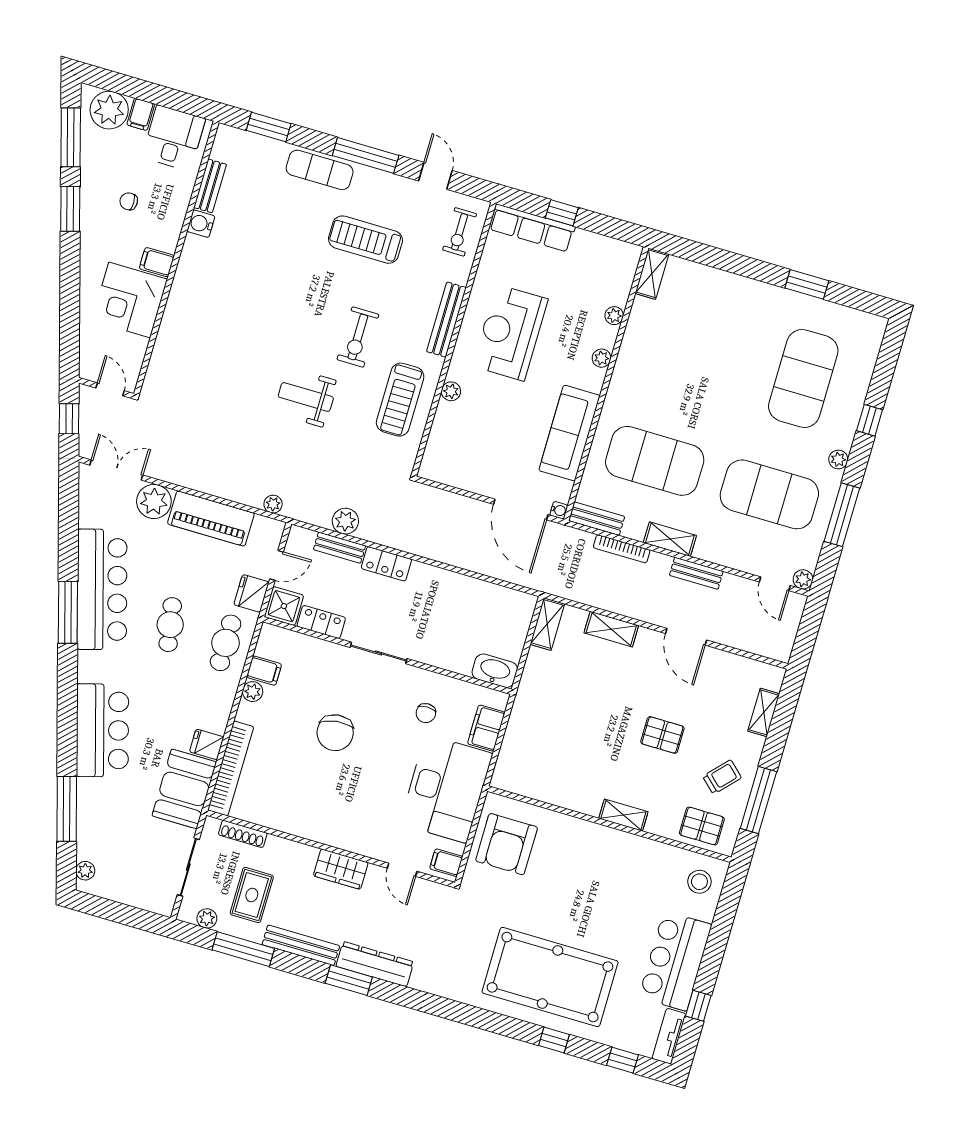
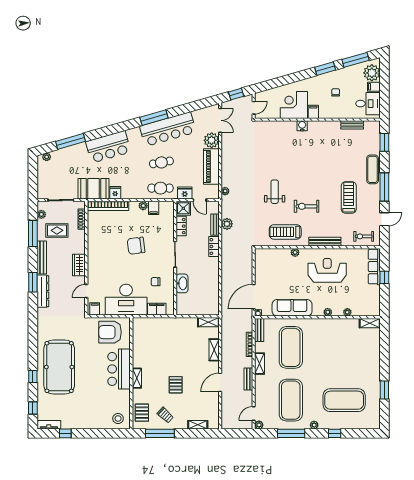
water cooler: (201, 224) -> (302, 126), moved
washbasin: (495, 671) -> (182, 283), moved
bar counter: (675, 961) -> (119, 369), moved, turned -90

